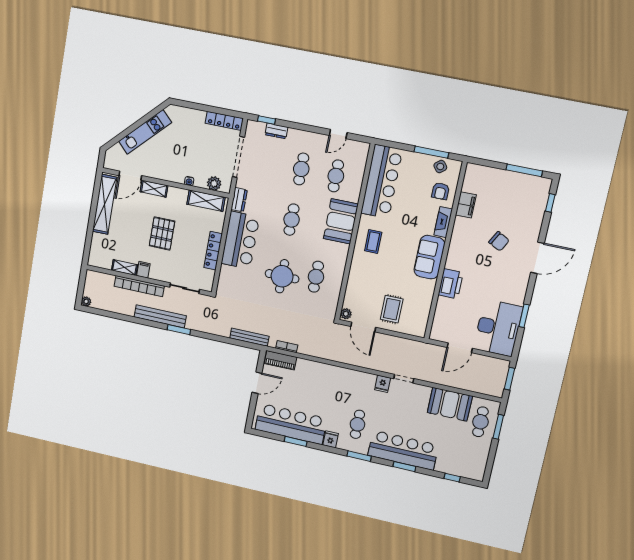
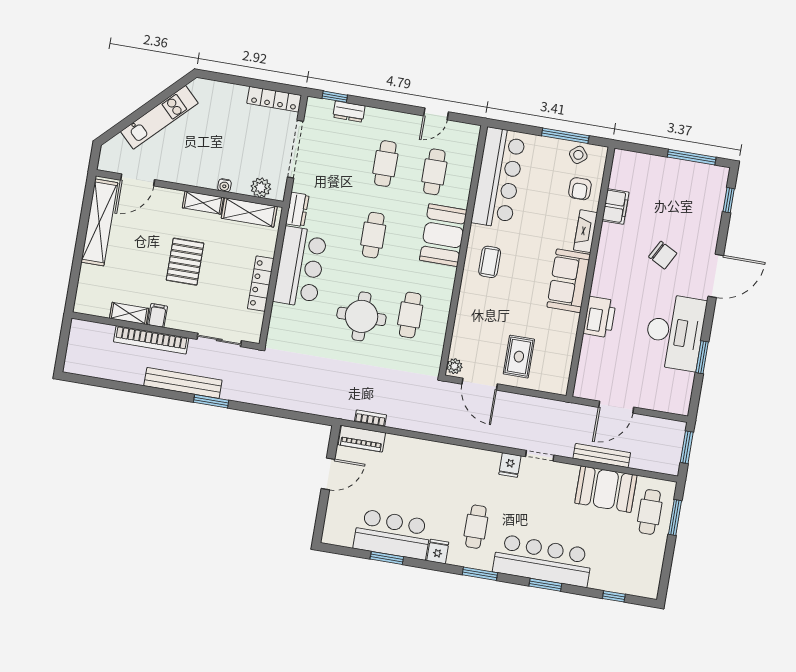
shelving: (154, 189) -> (203, 203), moved
plant: (86, 301) -> (71, 366), removed
desk: (498, 328) -> (675, 332), moved
bench: (249, 337) -> (602, 456), moved
bar counter: (291, 424) -> (392, 534), width x0.73

